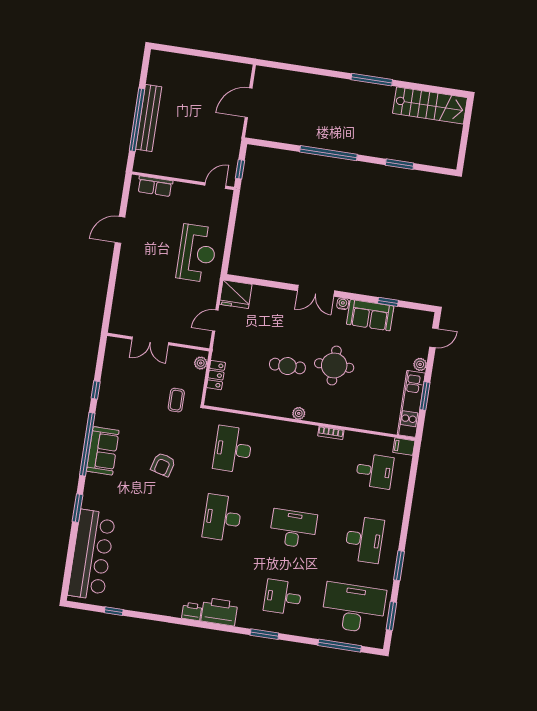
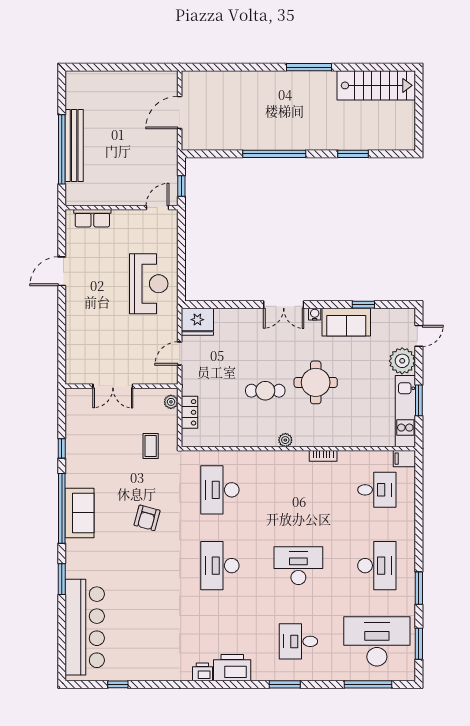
plant: (420, 364) -> (402, 361), width x1.88, depth x1.88

